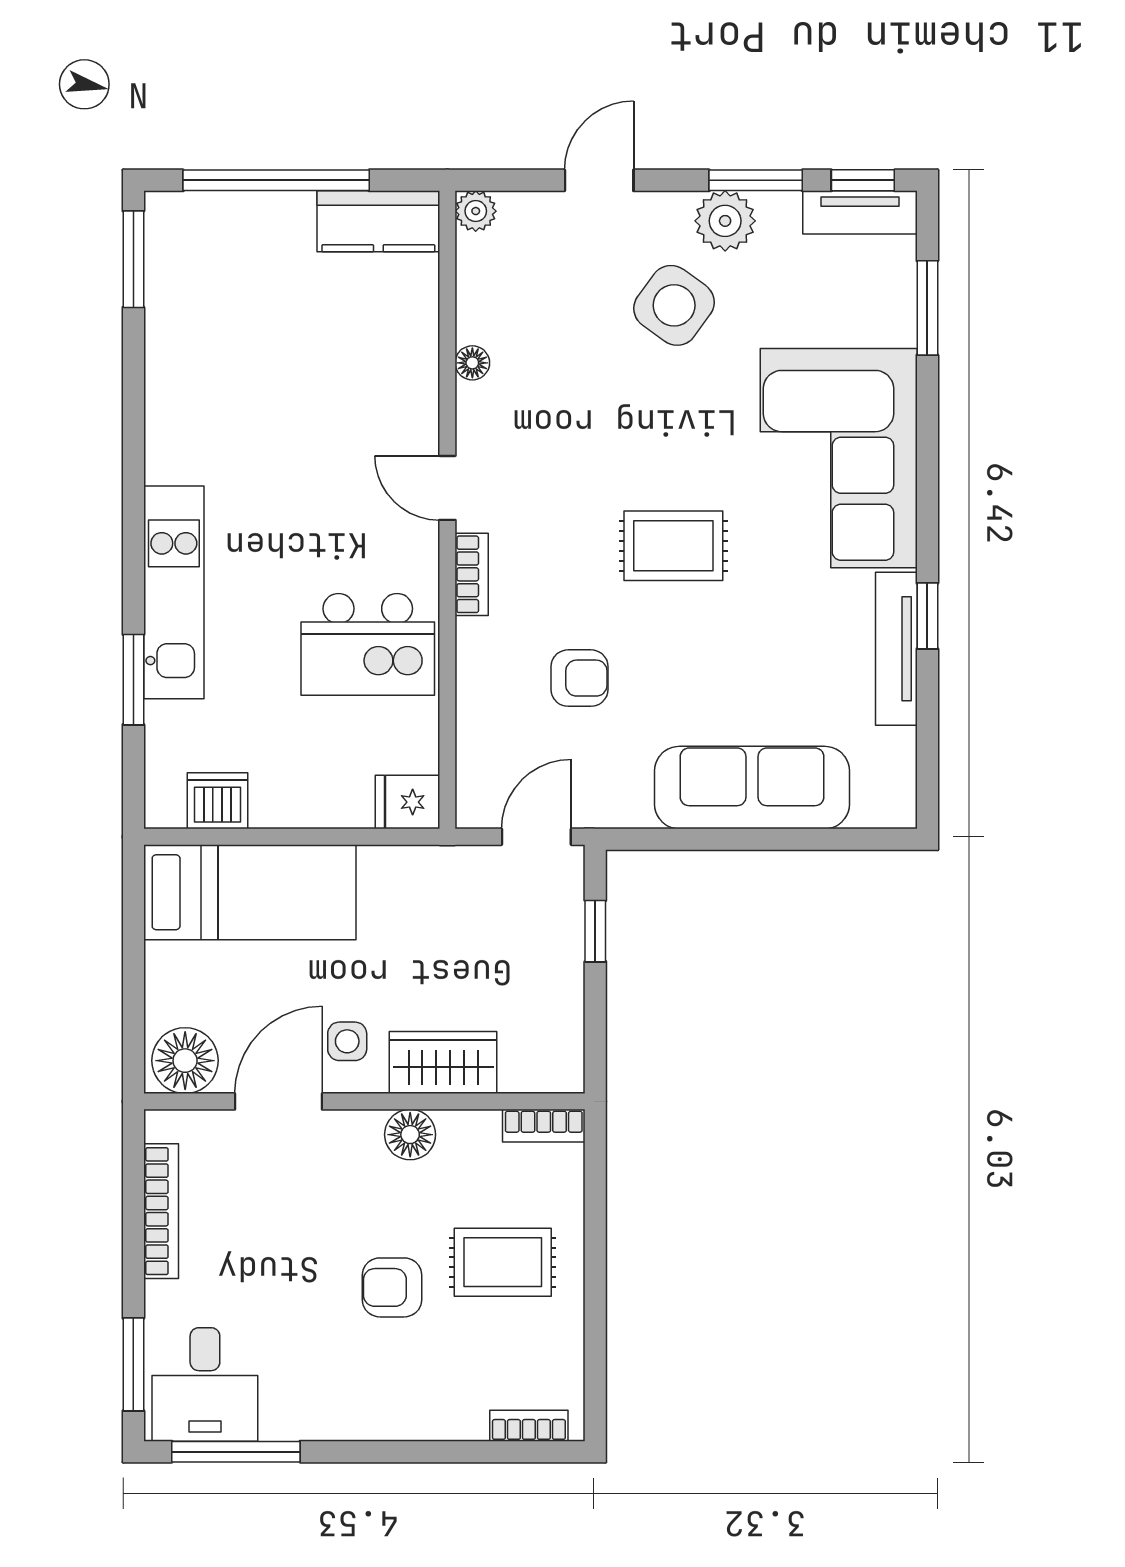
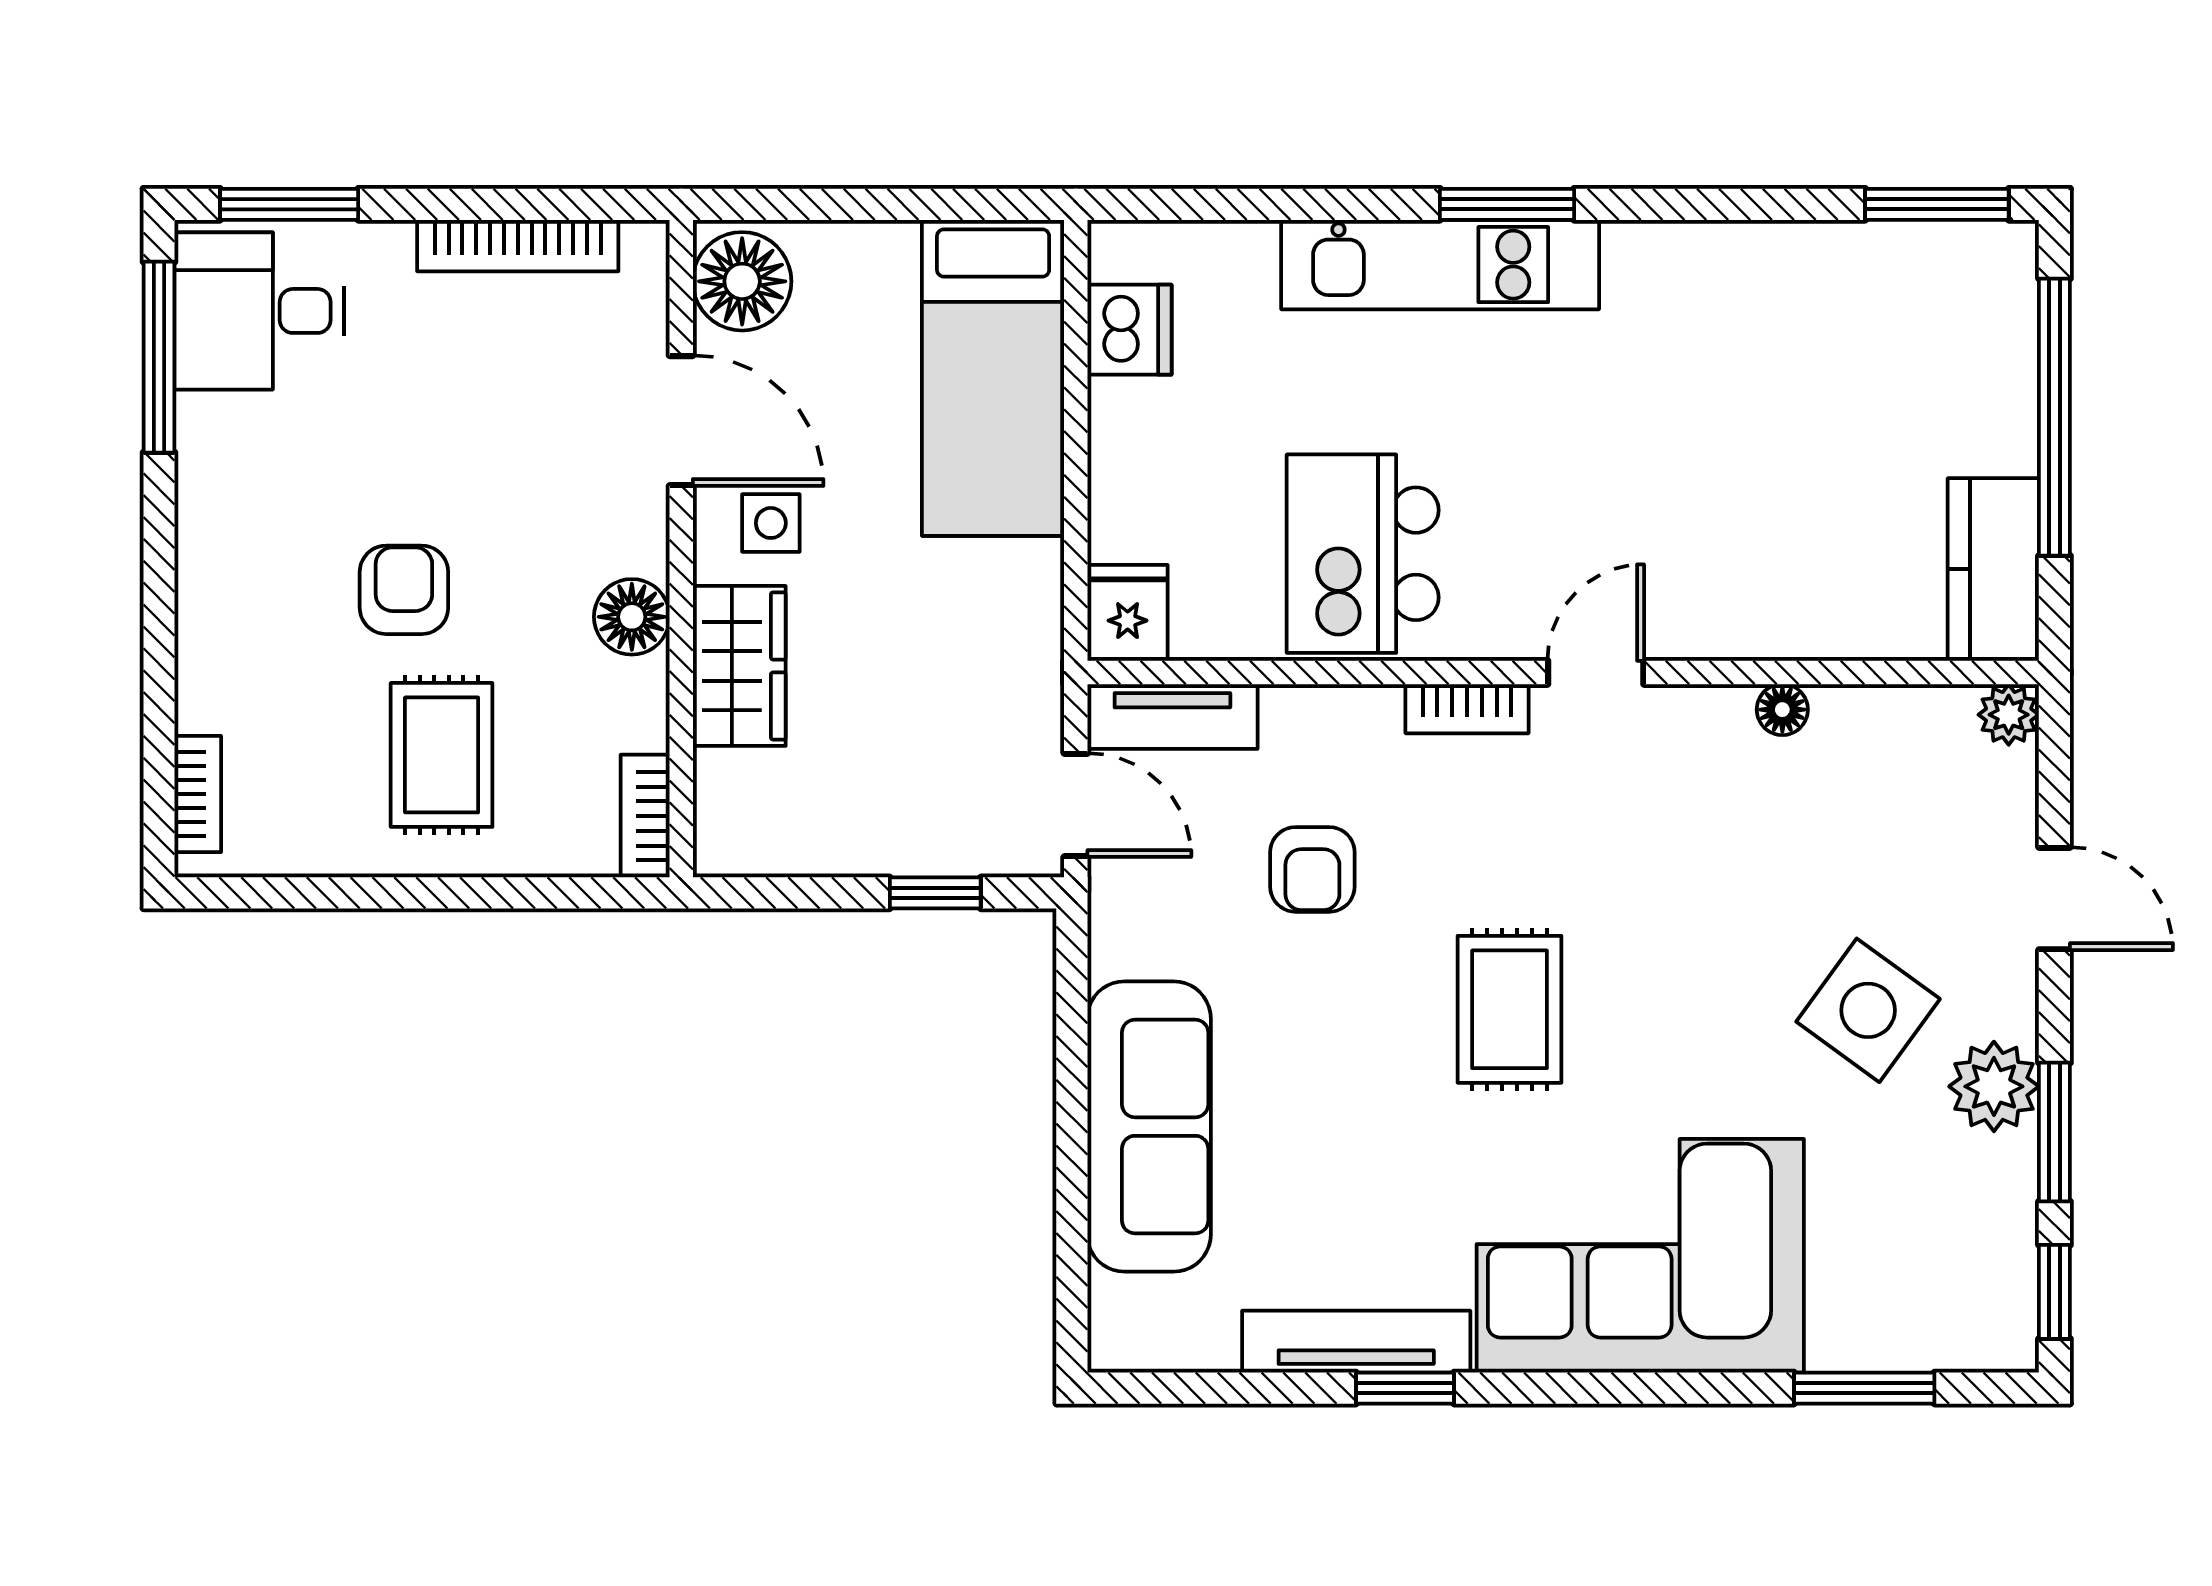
tv unit: (860, 212) -> (1172, 716), moved, turned -90
window: (133, 680) -> (1507, 204), moved

